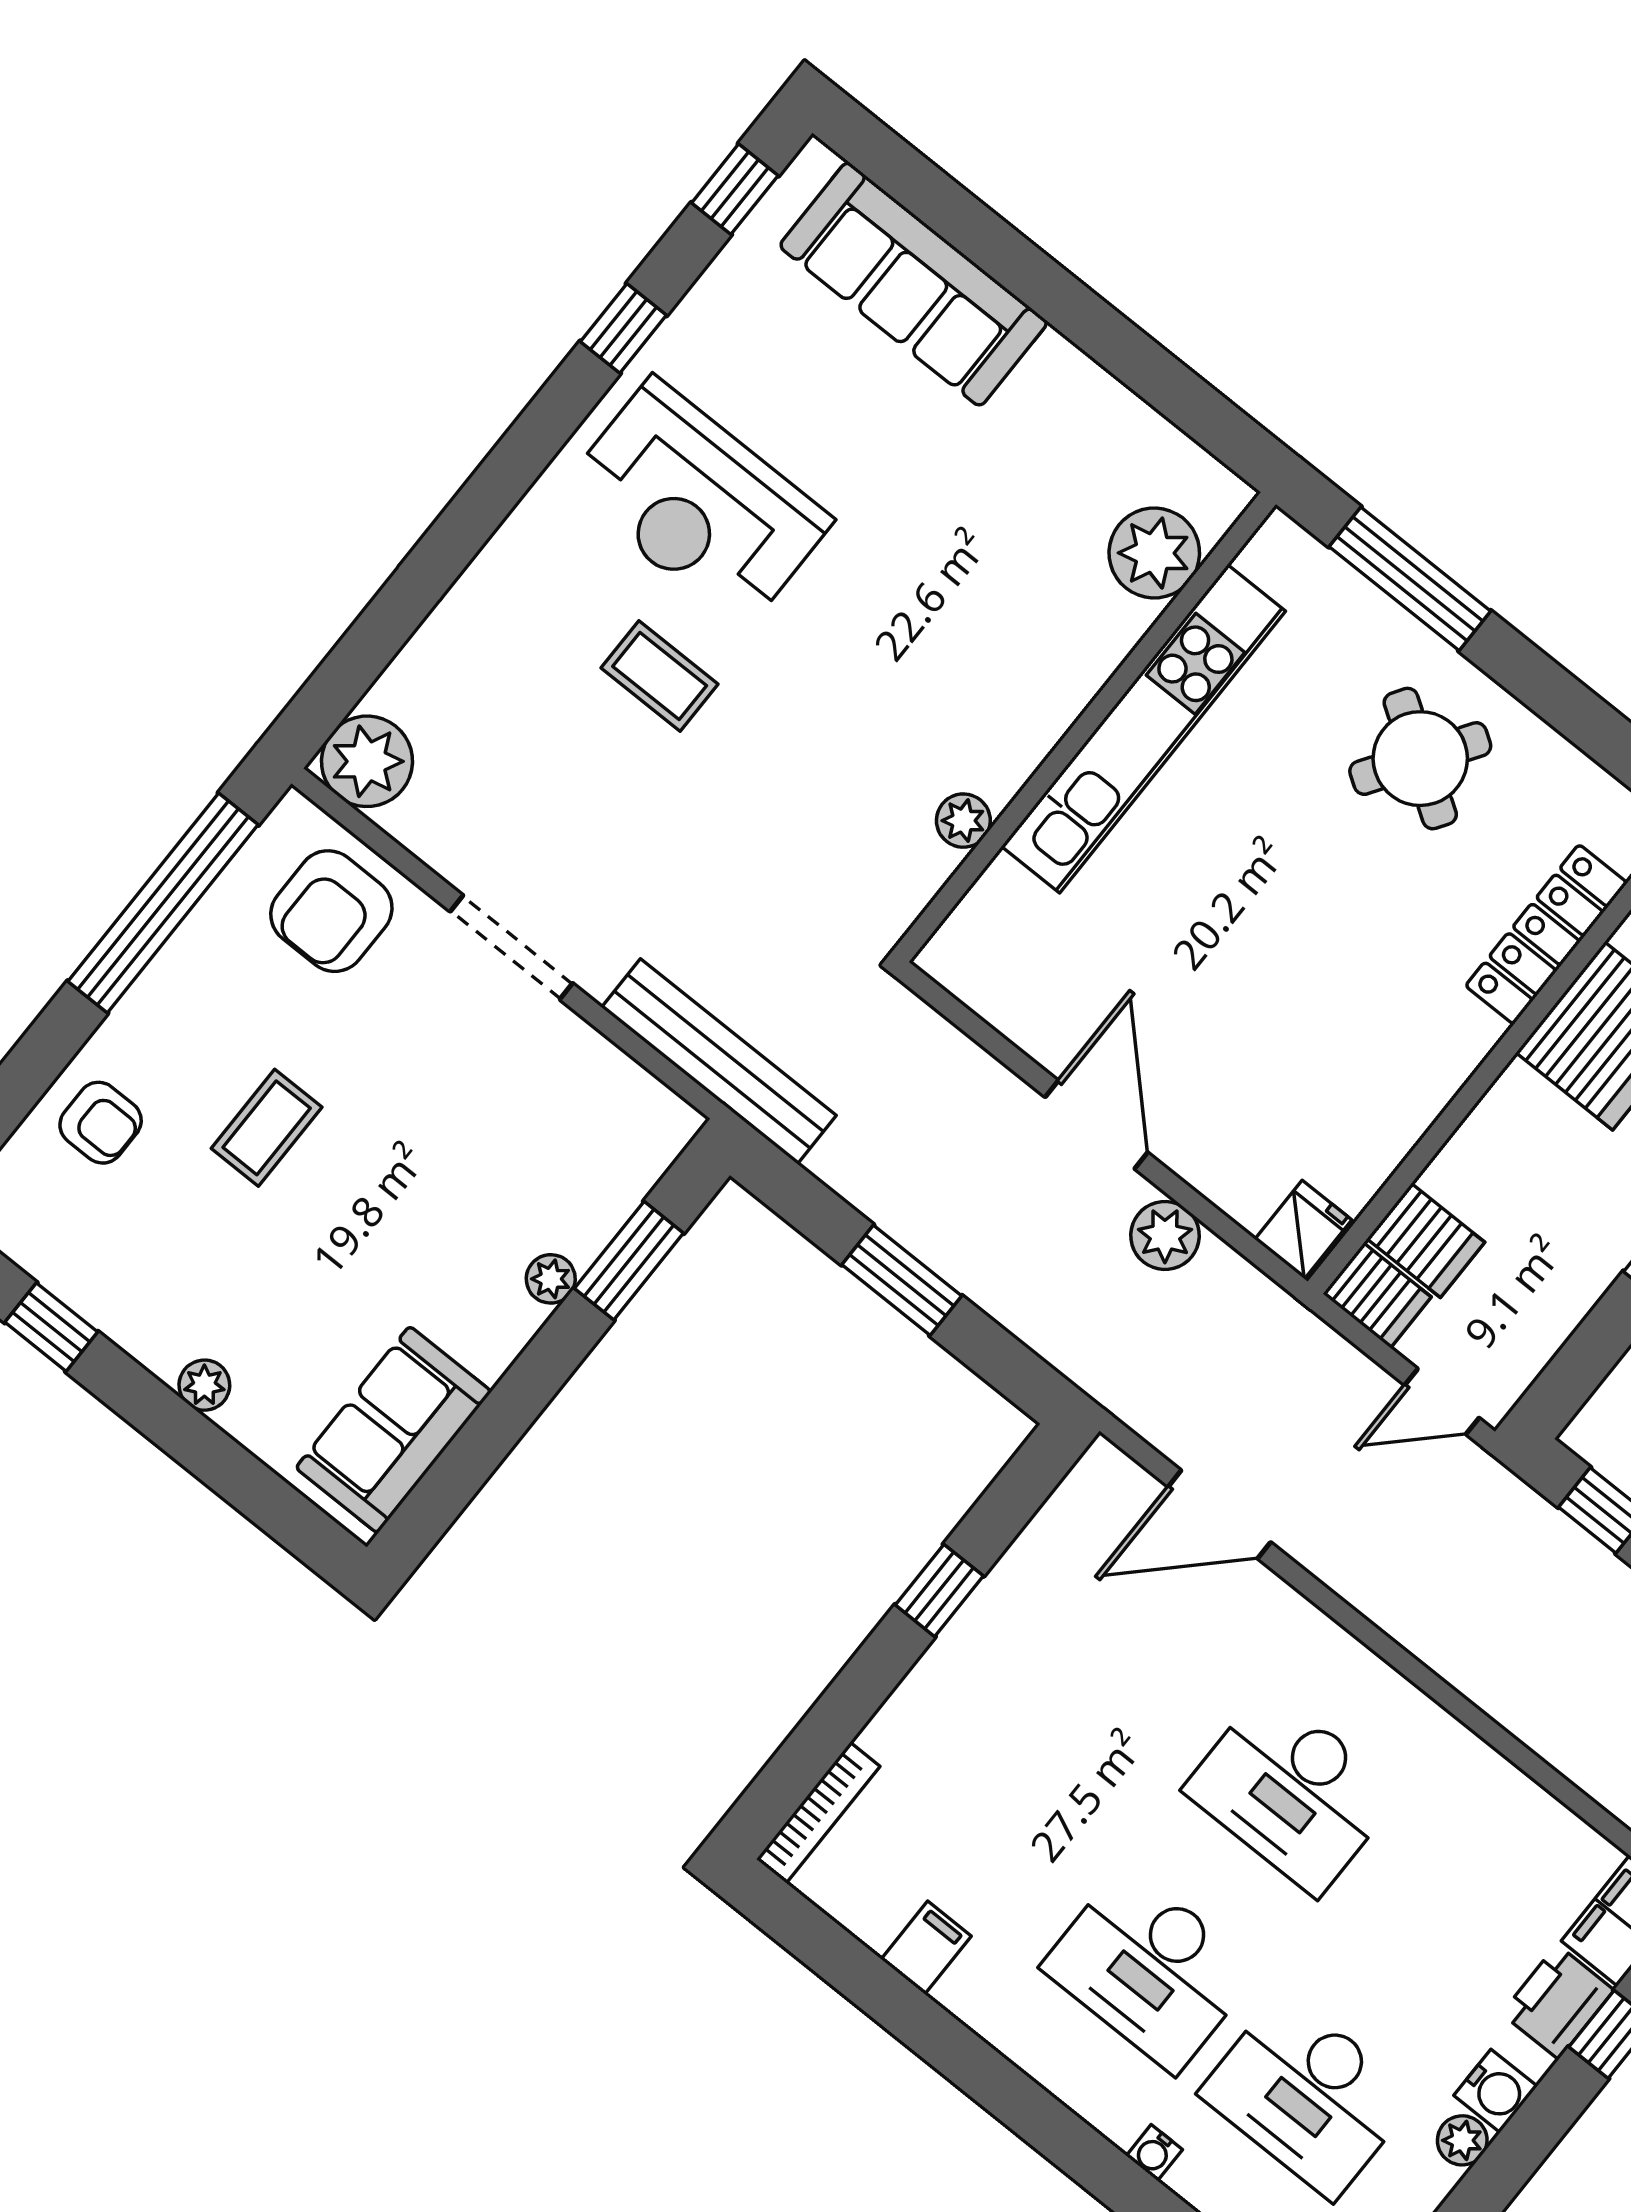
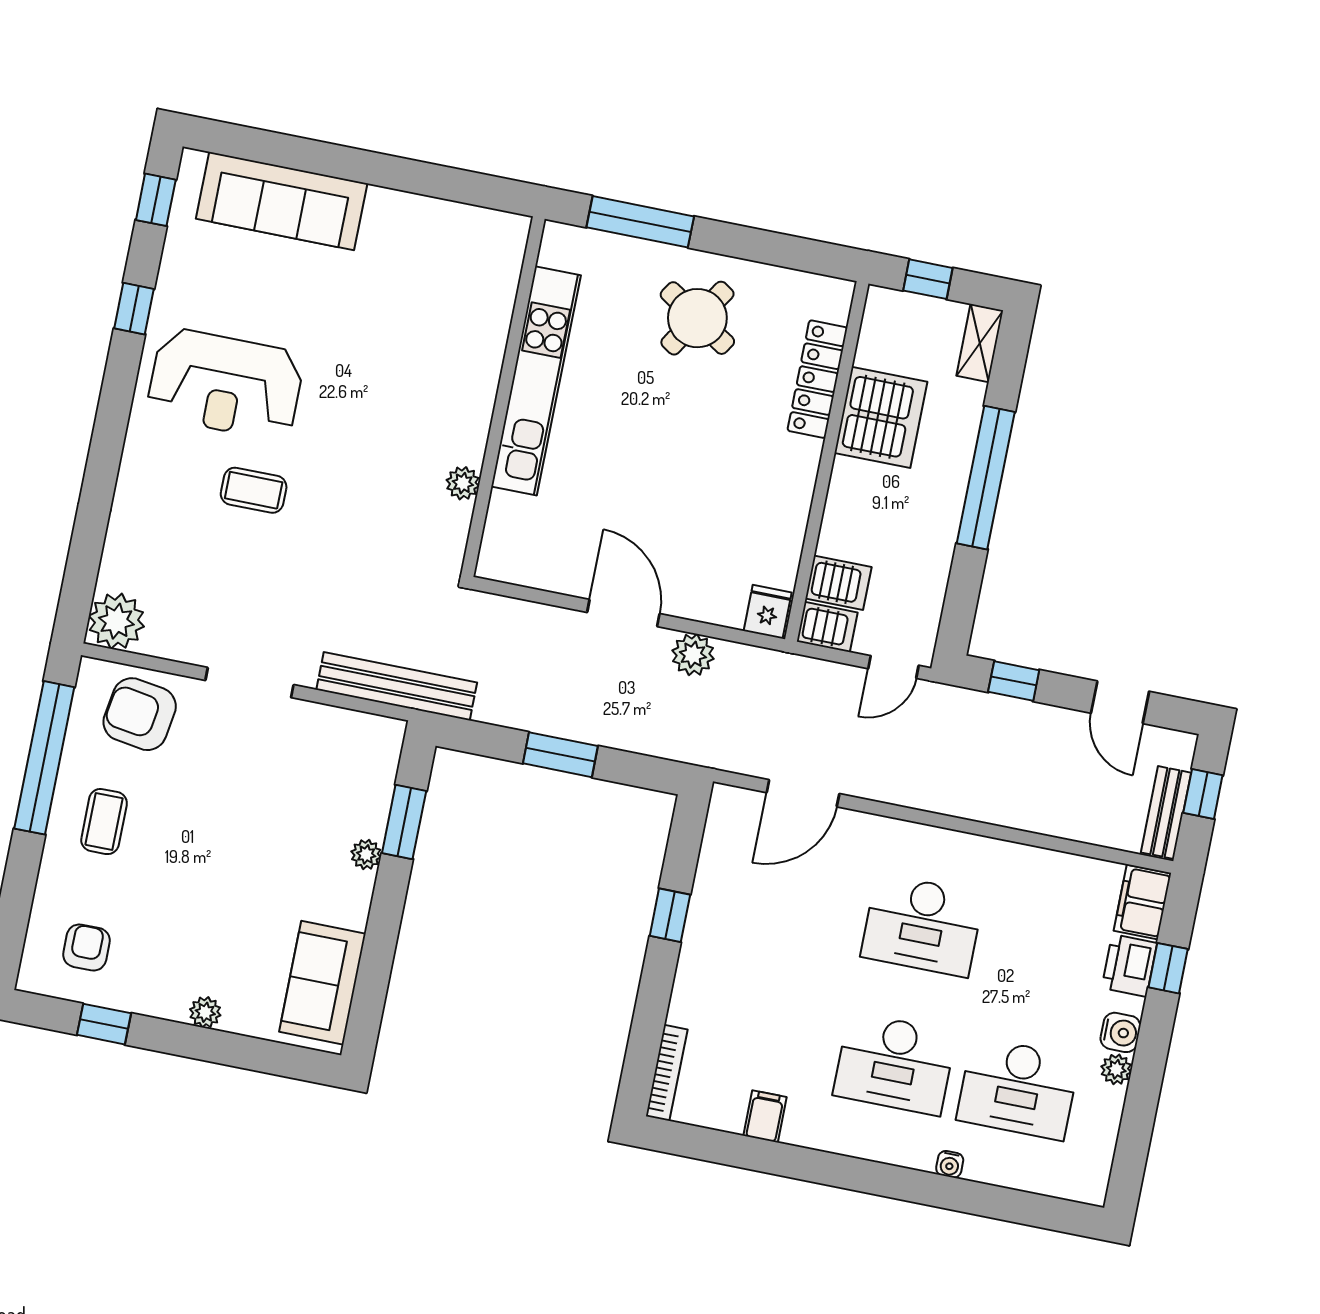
plant: (1154, 553) -> (492, 281), removed
armchair: (331, 911) -> (140, 714), turned 99
armchair: (101, 1123) -> (86, 947), moved, turned -90
coffee table: (267, 1128) -> (104, 822), moved

